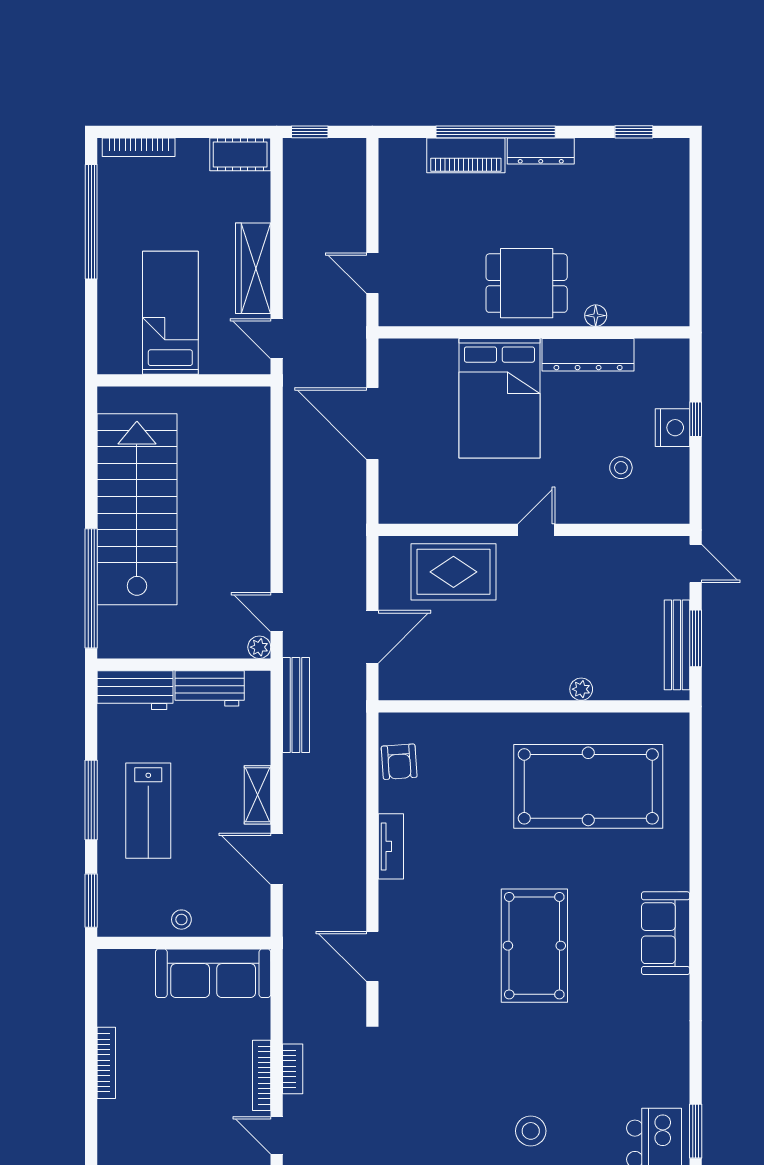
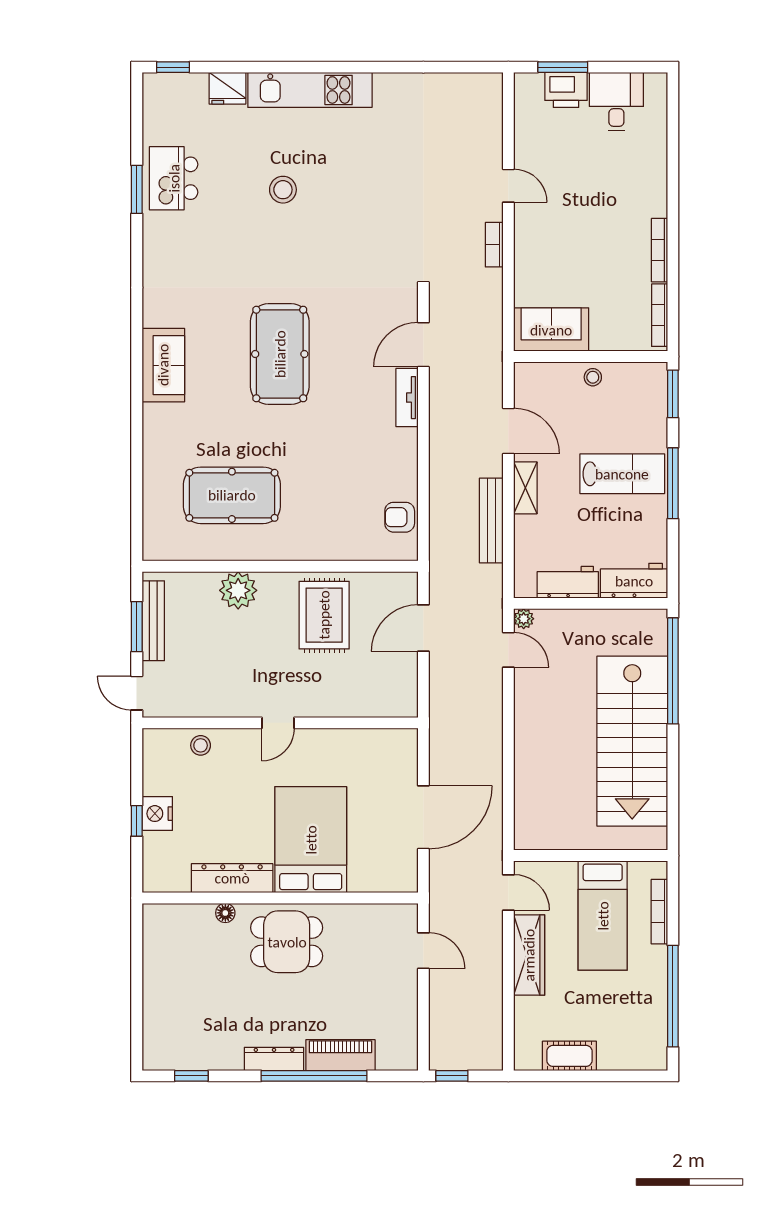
window: (310, 132) -> (452, 1076), moved
bookcase: (139, 147) -> (659, 912), moved, turned -90
cot: (240, 154) -> (569, 1056), moved
door: (372, 423) -> (423, 817), hinge flipped
stool: (621, 468) -> (201, 745), moved
rug: (453, 572) -> (324, 615), moved, turned 90
plant: (581, 689) -> (238, 590), width x1.88, depth x1.88
bench: (296, 705) -> (491, 520), moved
armchair: (399, 762) -> (400, 517), turned -86
pool table: (588, 786) -> (232, 495), width x0.73, depth x0.76
lab bench: (148, 811) -> (622, 474), turned 90
tv unit: (391, 846) -> (407, 398), moved
door: (372, 956) -> (423, 345), swing flipped
sofa: (213, 973) -> (551, 330), width x0.73
bookcase: (262, 1075) -> (660, 315), moved, turned 180

